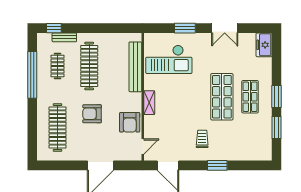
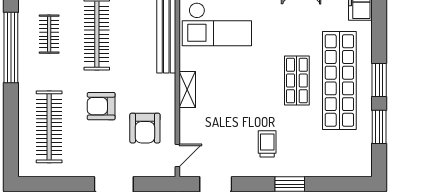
shop shelf: (222, 97) -> (297, 81), width x0.70, depth x0.74
shop shelf: (250, 97) -> (339, 81), width x2.00, depth x1.36
armchair: (130, 122) -> (145, 128), moved

